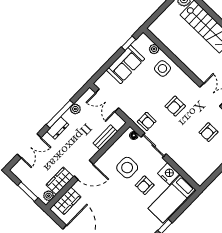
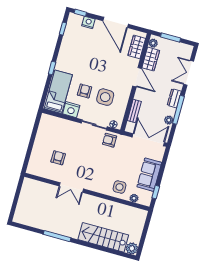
double door: (107, 100) -> (148, 140), width x1.37
armchair: (175, 106) -> (94, 164), removed
door: (84, 170) -> (137, 77), swing flipped

